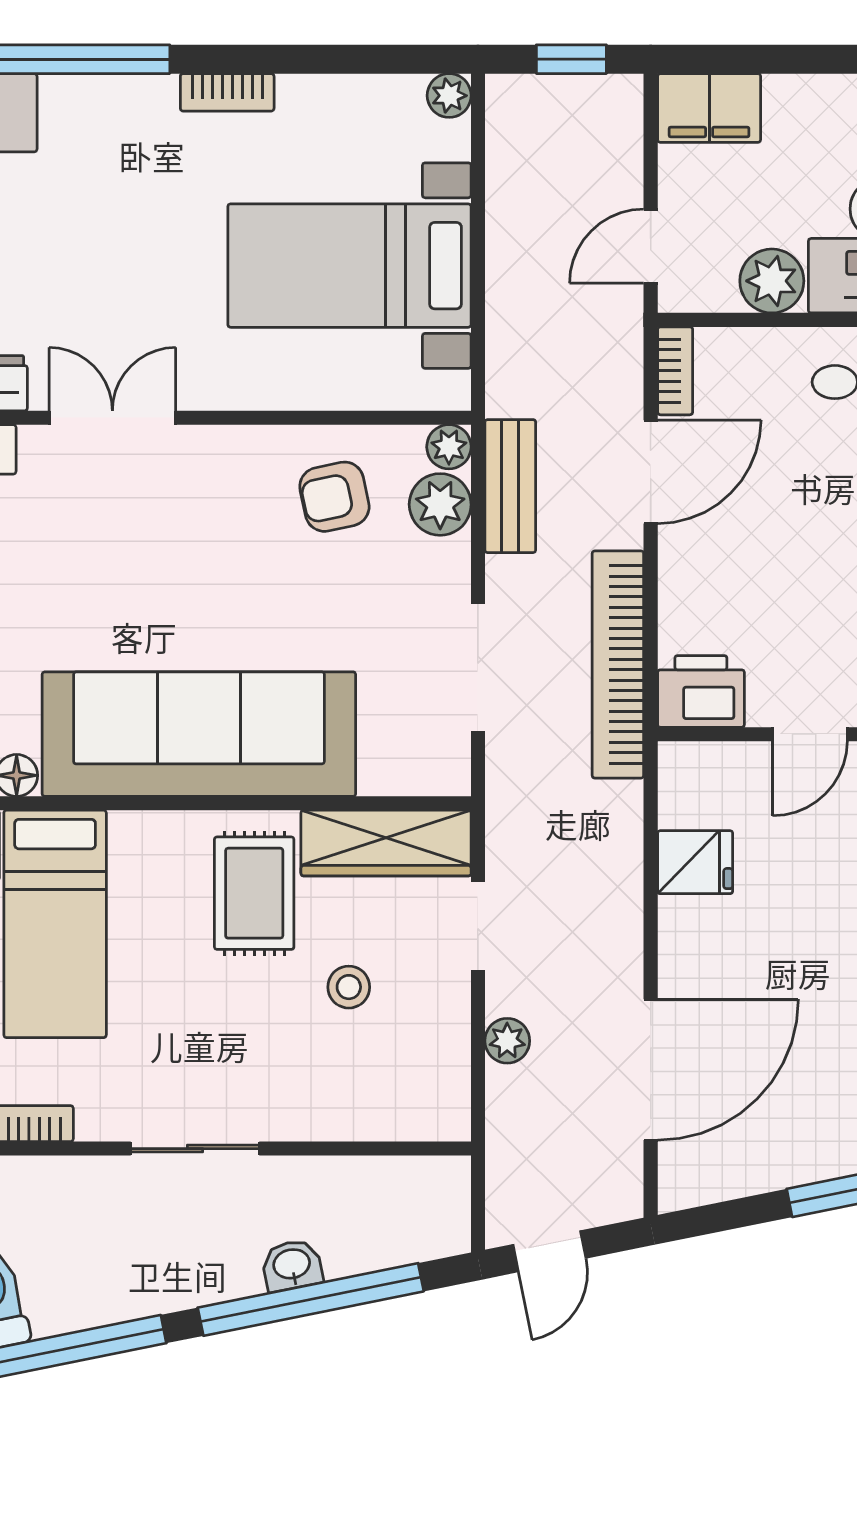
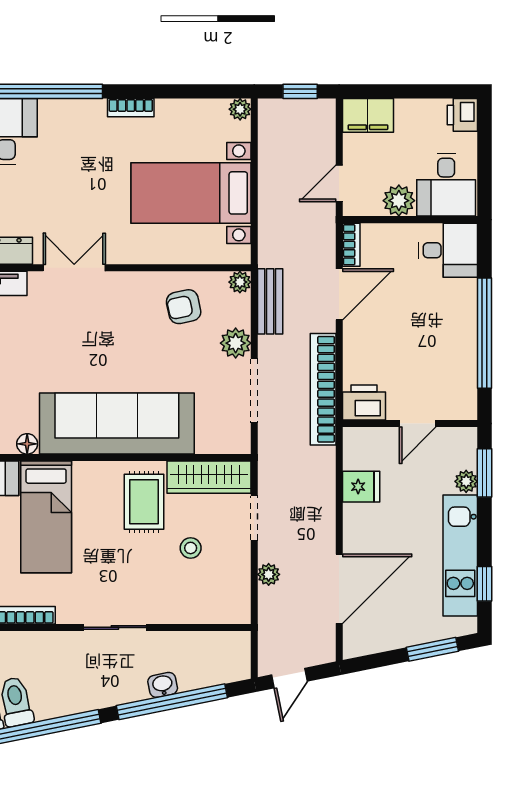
plant: (440, 504) -> (236, 343), moved

